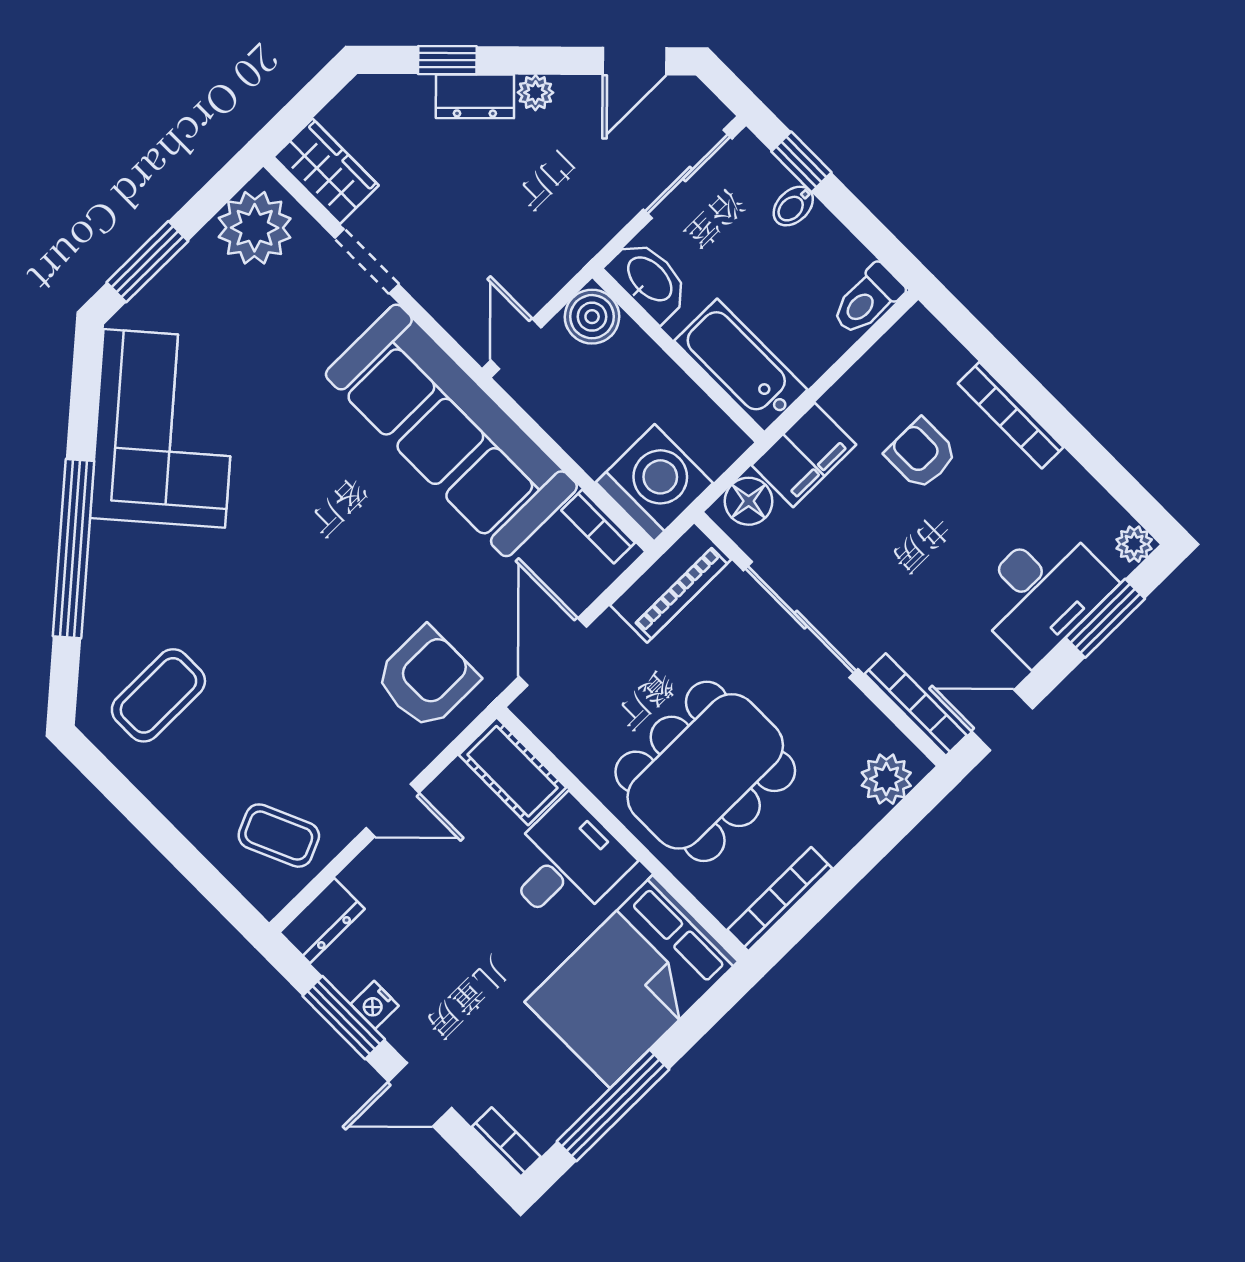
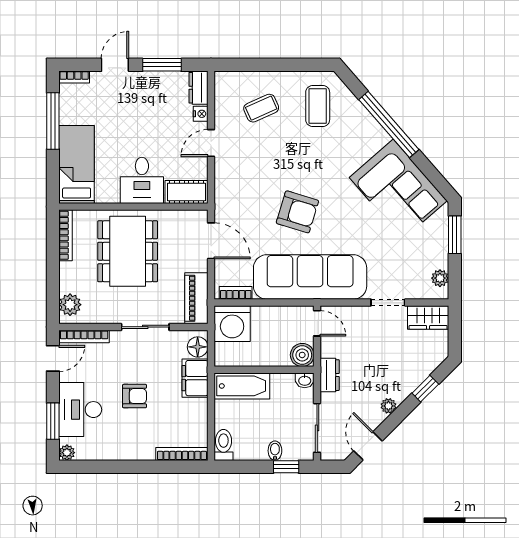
dresser: (475, 96) -> (330, 375), moved, turned 135
plant: (255, 228) -> (440, 278), width x0.53, depth x0.53
washbasin: (649, 280) -> (305, 380), width x0.52, depth x0.69
bookcase: (1011, 415) -> (182, 454), moved
armchair: (921, 454) -> (135, 396), moved
sliding door: (801, 620) -> (145, 327), width x0.73
armchair: (427, 678) -> (297, 212), moved, turned -73
coffee table: (279, 836) -> (261, 108), moved
bed: (631, 982) -> (77, 164), width x0.67
nightstand: (375, 1005) -> (201, 114), moved, turned 90

